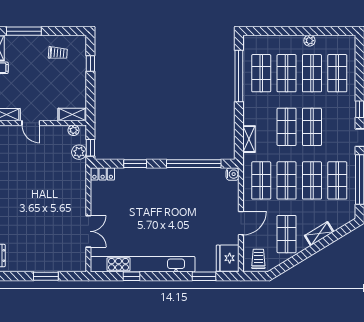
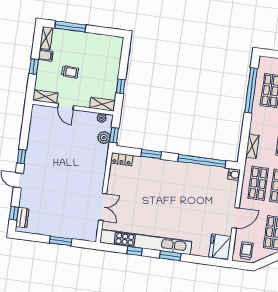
trolley: (58, 53) -> (70, 72), moved
window: (90, 64) -> (121, 86), moved
window: (204, 276) -> (170, 256), moved

